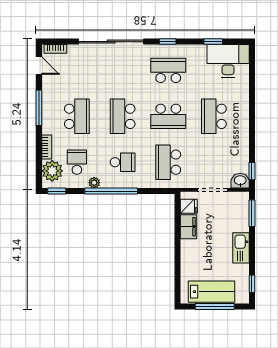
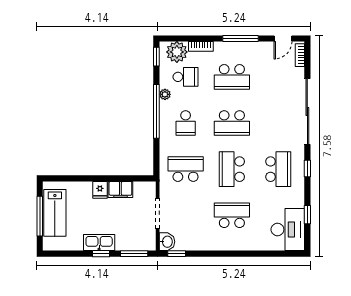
school desk: (123, 116) -> (232, 123), turned 180
fridge: (189, 206) -> (100, 190), moved
window: (252, 284) -> (101, 254), moved

